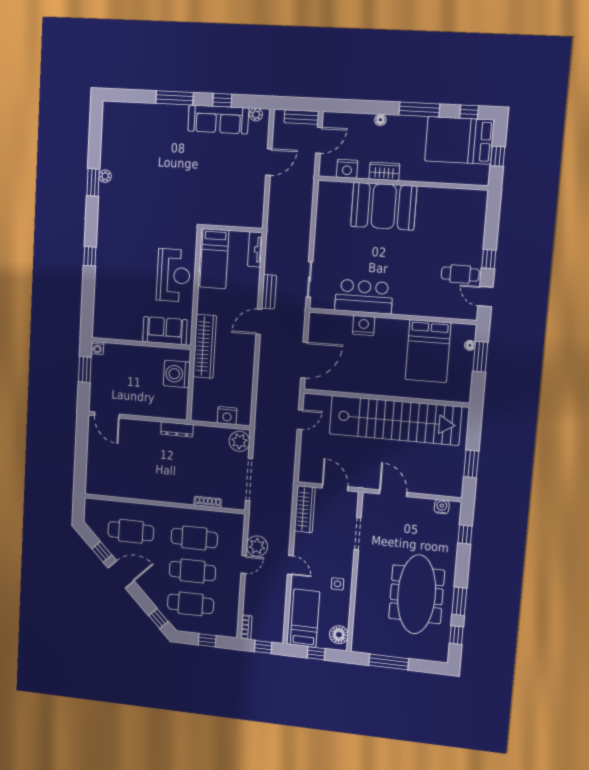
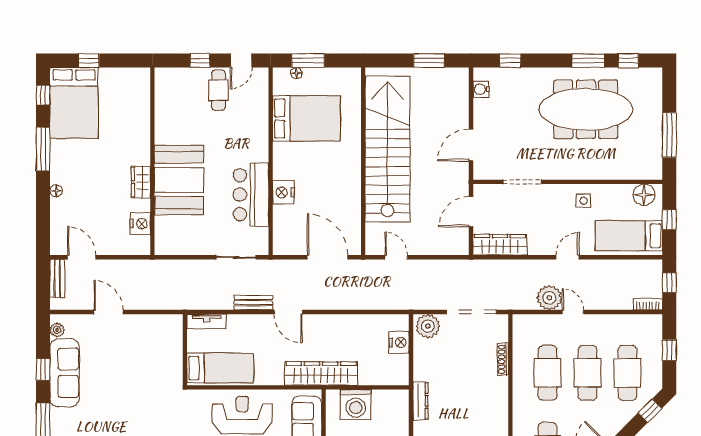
nightstand: (347, 169) -> (140, 224), moved
wardrobe: (384, 171) -> (141, 182), moved
wall: (402, 183) -> (152, 161), moved
booth: (384, 206) -> (179, 180), moved

